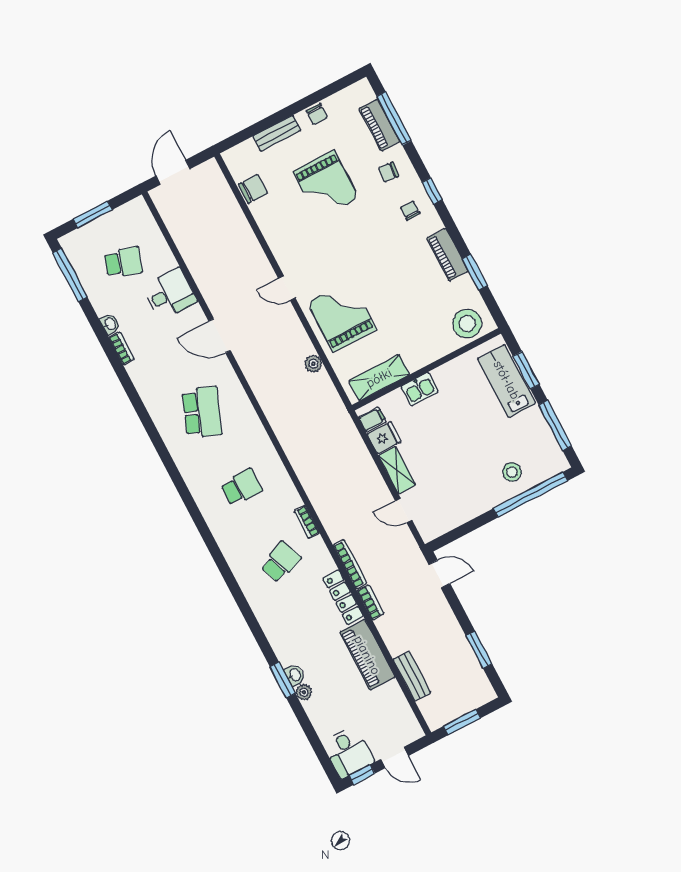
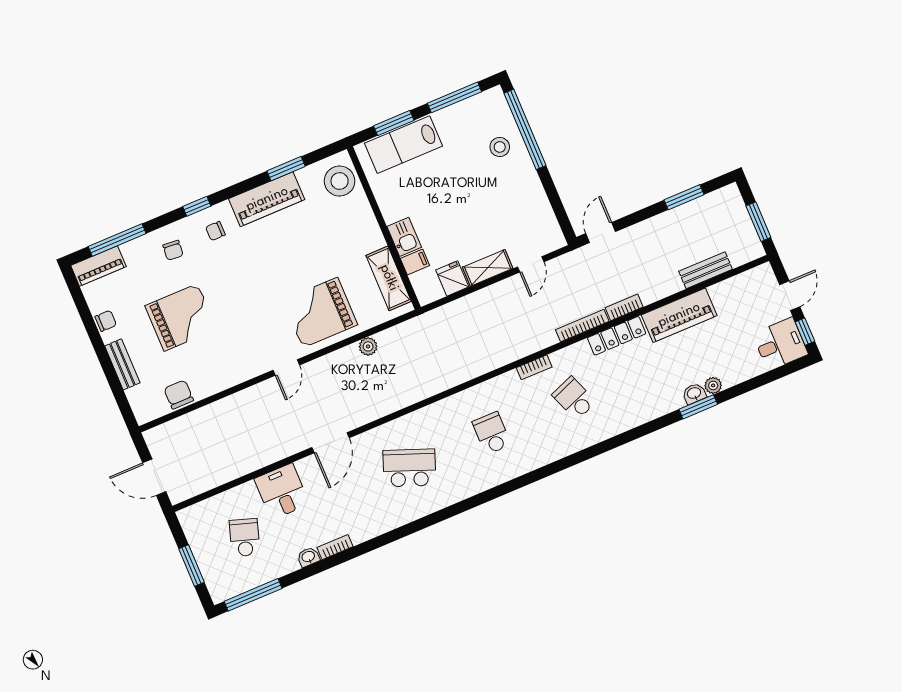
piano: (379, 125) -> (98, 266), moved
piano: (447, 255) -> (267, 199), width x1.37, depth x1.33
filing cabinet: (372, 420) -> (415, 262), moved, turned 90

